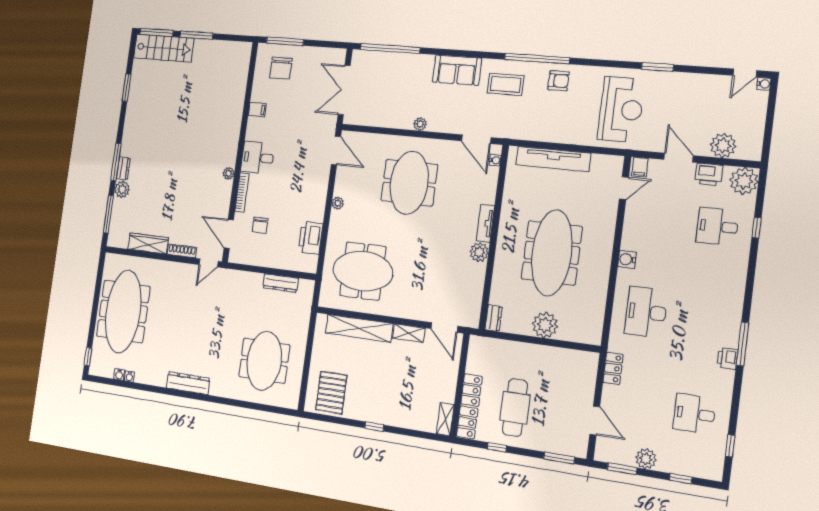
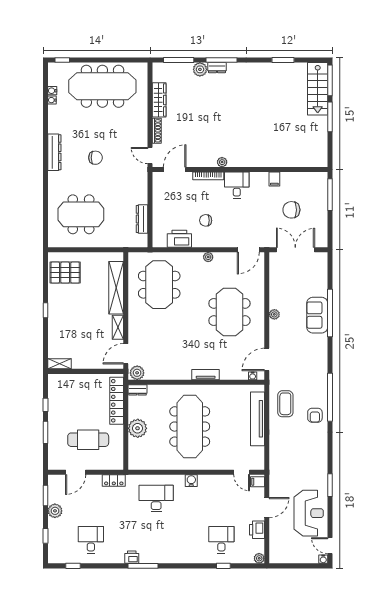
window: (390, 49) -> (330, 313), moved
chair: (281, 68) -> (291, 210), moved
sofa: (457, 70) -> (317, 315), moved
coffee table: (506, 84) -> (285, 404), moved
reception desk: (621, 109) -> (309, 513), moved, turned -90
plant: (723, 146) -> (278, 537), removed
plant: (744, 181) -> (259, 558), width x0.53, depth x0.53
meeting table: (409, 183) -> (229, 312), turned 90
chair: (260, 225) -> (206, 220), moved
plant: (479, 252) -> (137, 373), moved
meeting table: (552, 253) -> (190, 427), turned 90
chair: (201, 332) -> (95, 158), added
locker: (469, 406) -> (117, 401), moved, turned 90
cafe table: (515, 408) -> (88, 440), moved
window: (559, 458) -> (45, 432), moved

